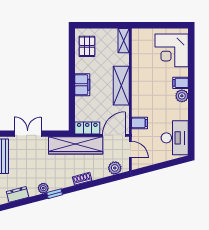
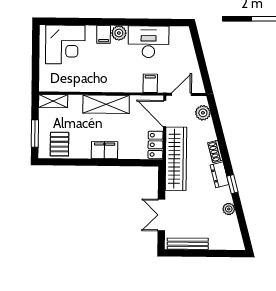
window: (96, 25) -> (35, 134), added
pallet: (87, 46) -> (59, 144), turned 90
desk: (175, 138) -> (148, 42), moved
plant: (43, 188) -> (229, 209), moved
dresser: (18, 194) -> (219, 175), moved

